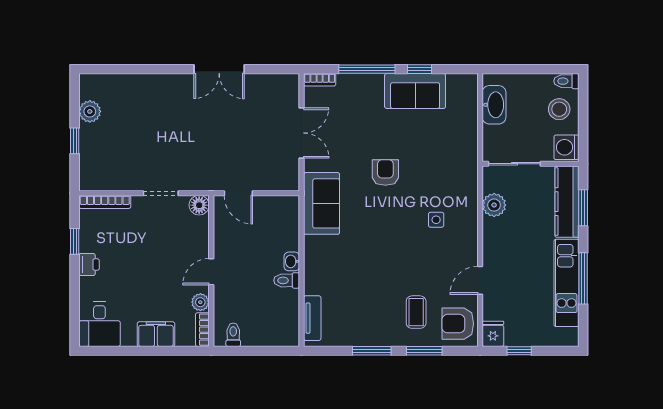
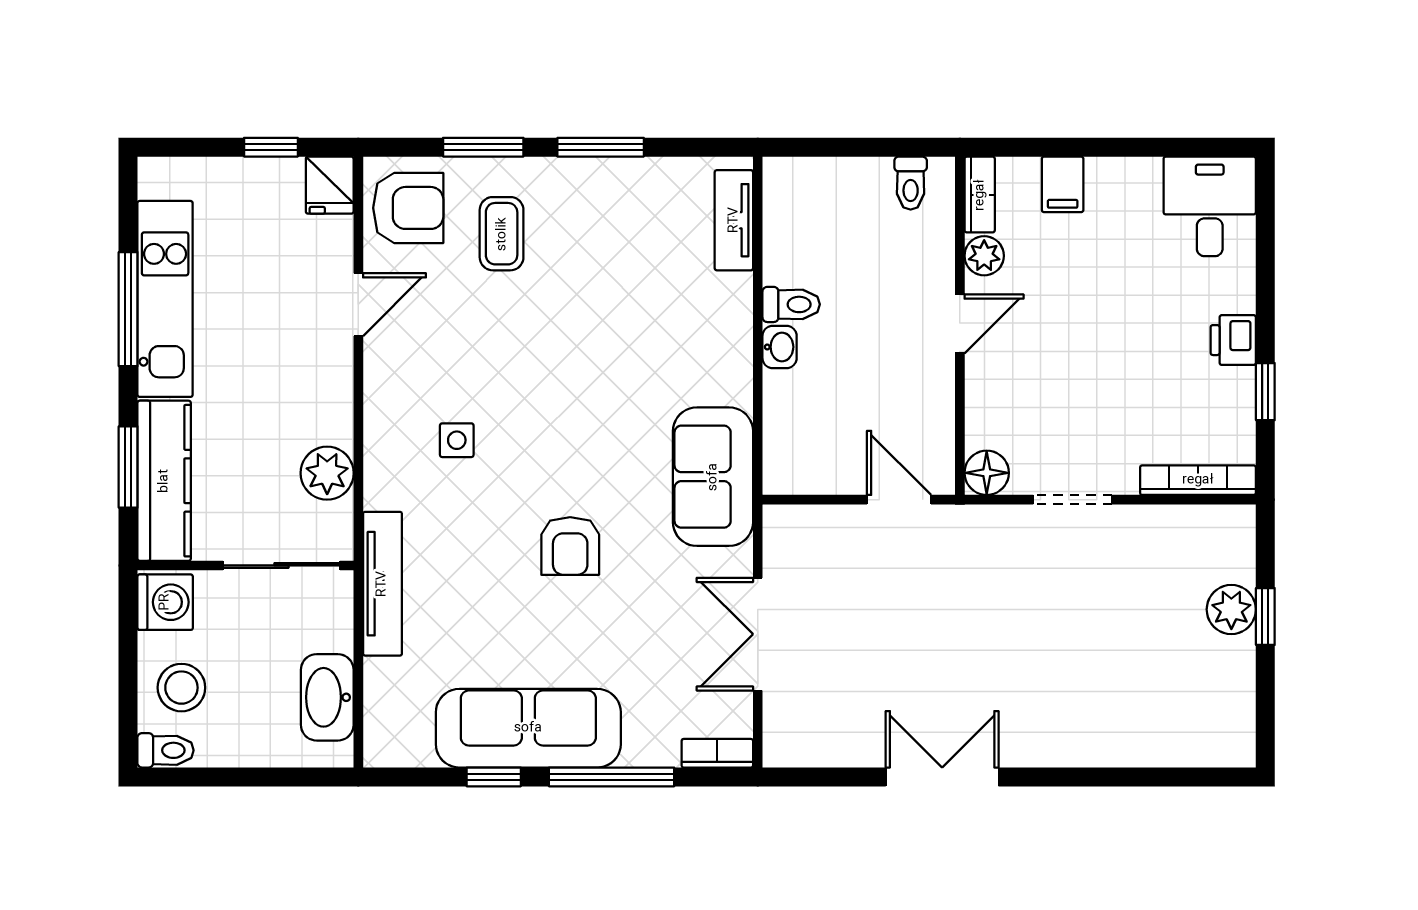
sofa: (415, 91) -> (528, 728), width x1.36
plant: (90, 111) -> (1231, 609), moved
tv unit: (469, 156) -> (382, 584), added
filing cabinet: (156, 334) -> (1063, 184), width x0.50

